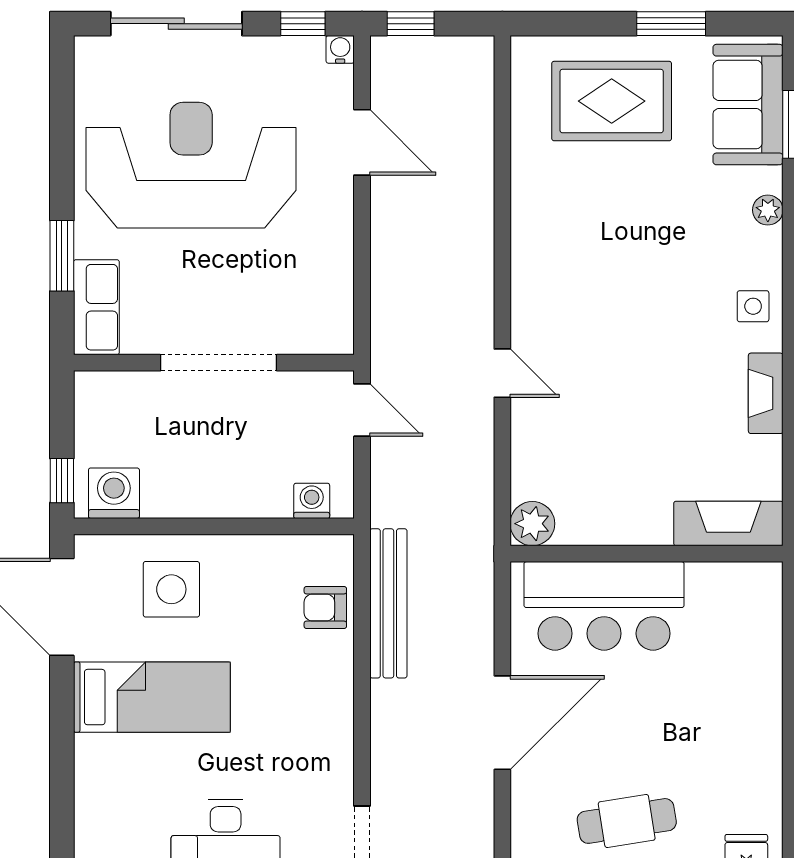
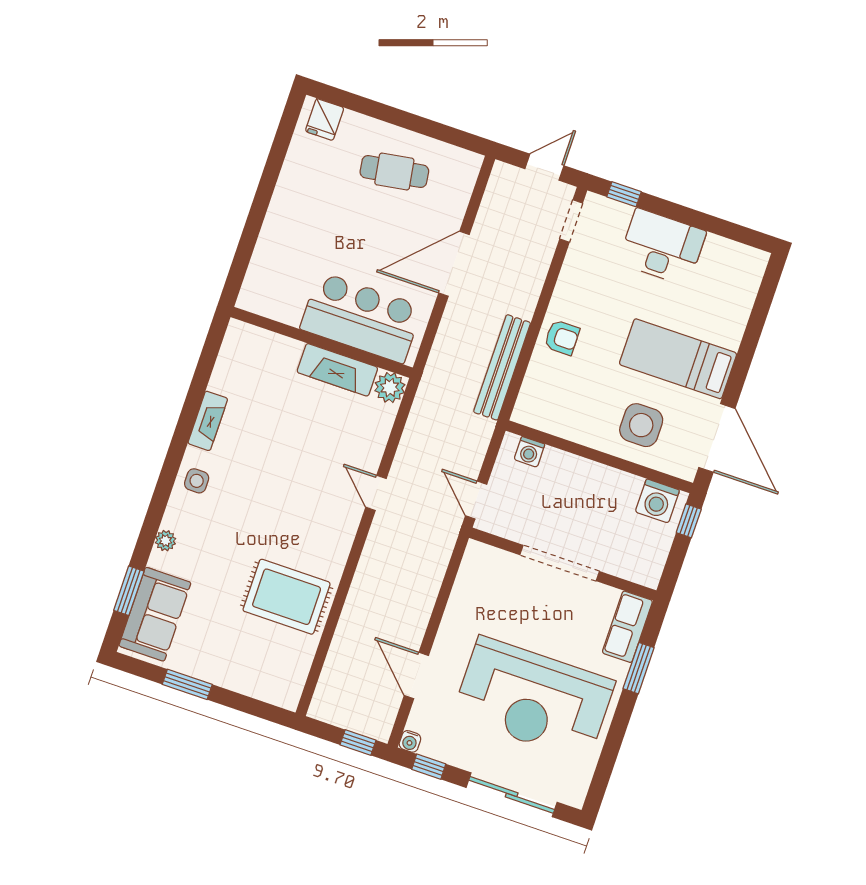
rug: (612, 101) -> (287, 597), moved
fireplace: (728, 523) -> (337, 370), moved
armchair: (325, 607) -> (562, 337), moved

